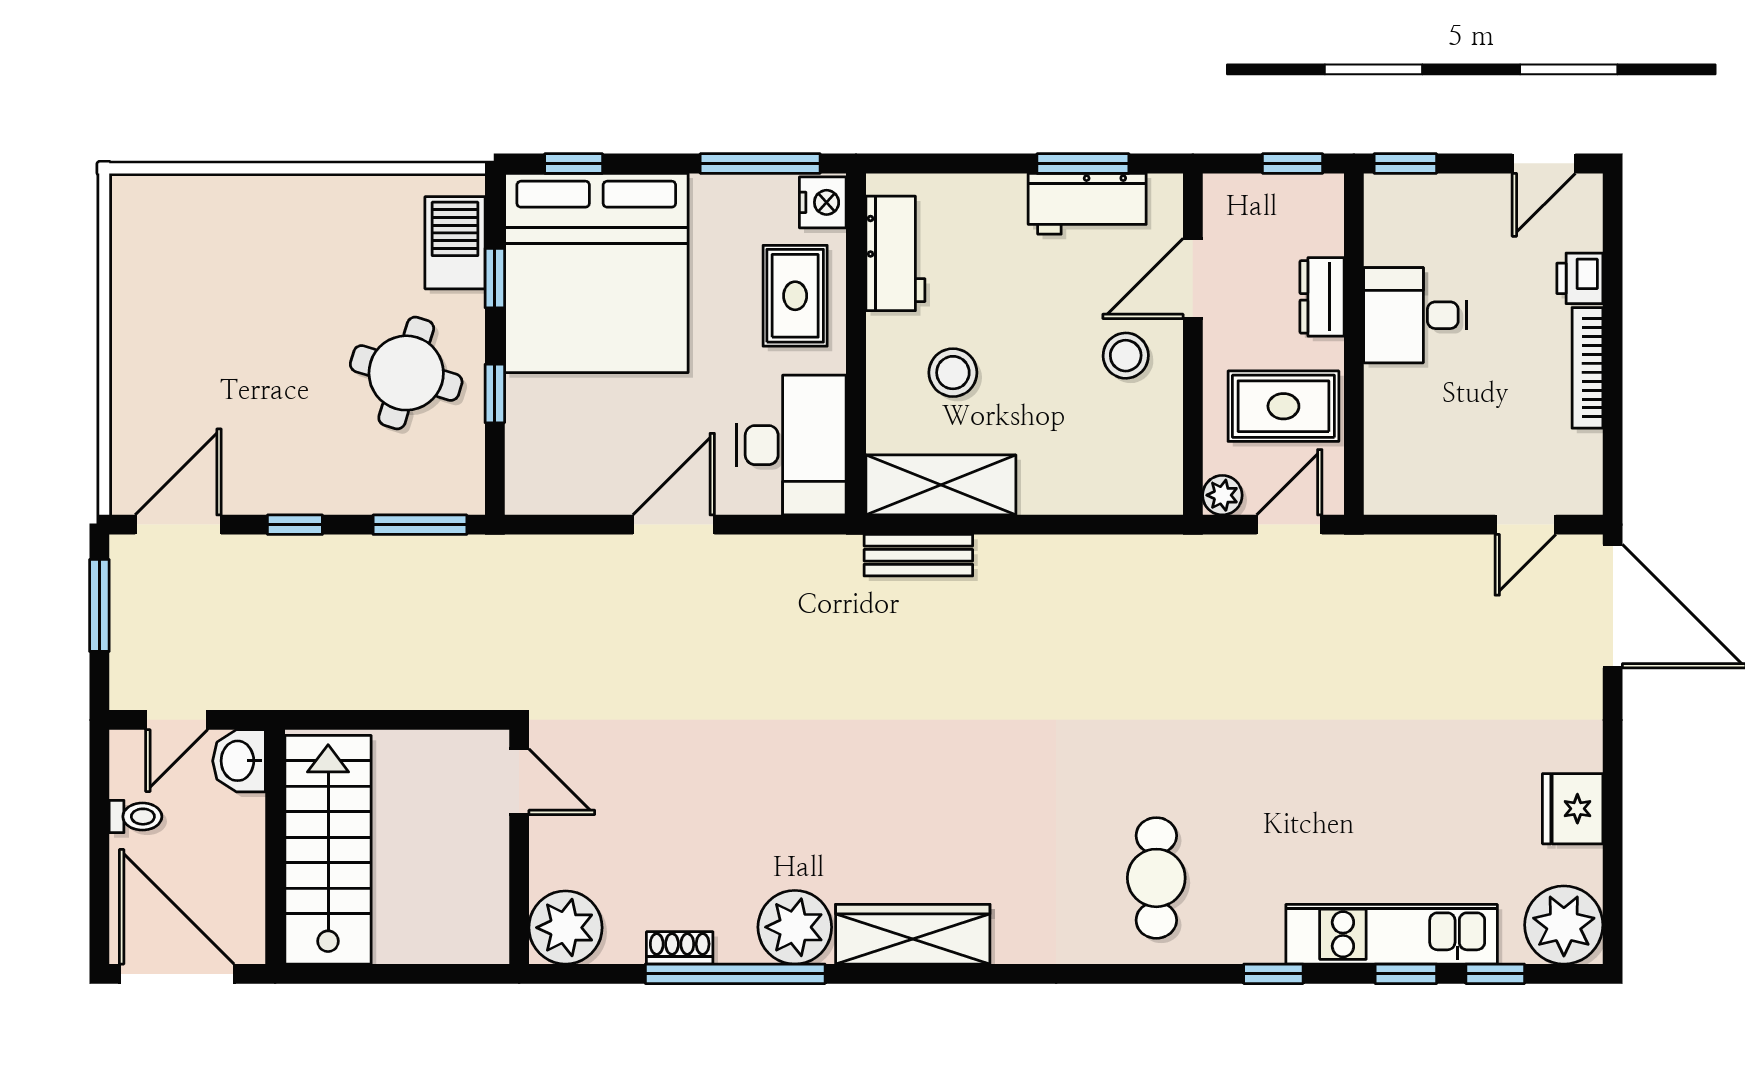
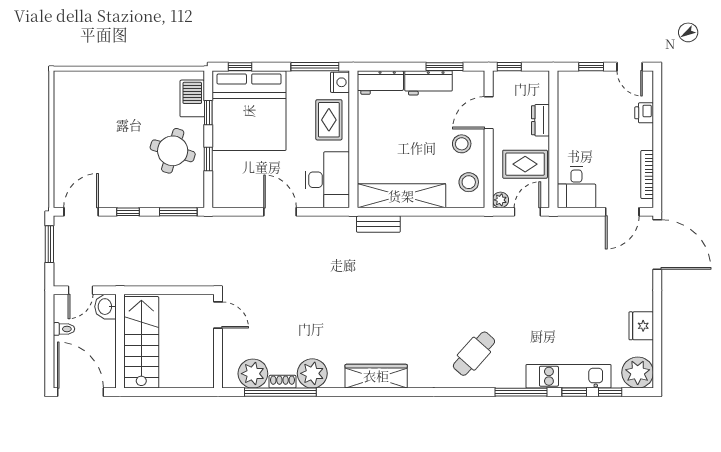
window: (1293, 163) -> (509, 67), moved
window: (1405, 163) -> (591, 67), moved
door: (1544, 163) -> (630, 67), hinge flipped
workbench: (1087, 204) -> (429, 83), moved
workbench: (895, 253) -> (380, 82), moved, turned 90
desk: (1415, 315) -> (576, 187), moved, turned -90
bookcase: (1587, 368) -> (647, 175), moved
stool: (953, 373) -> (469, 182), moved
shelving: (941, 485) -> (401, 196), width x1.47
door: (674, 525) -> (280, 212), hinge flipped
door: (1525, 525) -> (622, 212), width x1.38
cafe table: (1156, 878) -> (474, 354), turned 42
plant: (795, 927) -> (312, 373), moved
plant: (566, 928) -> (253, 374), moved
window: (735, 974) -> (280, 392), moved
window: (1273, 974) -> (521, 392), width x2.17

